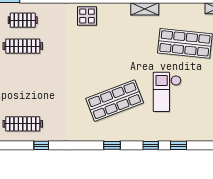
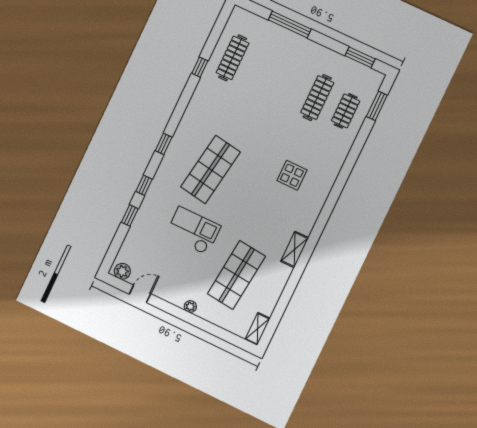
display table: (87, 16) -> (292, 175), moved
shop shelf: (115, 101) -> (210, 169), turned 30

